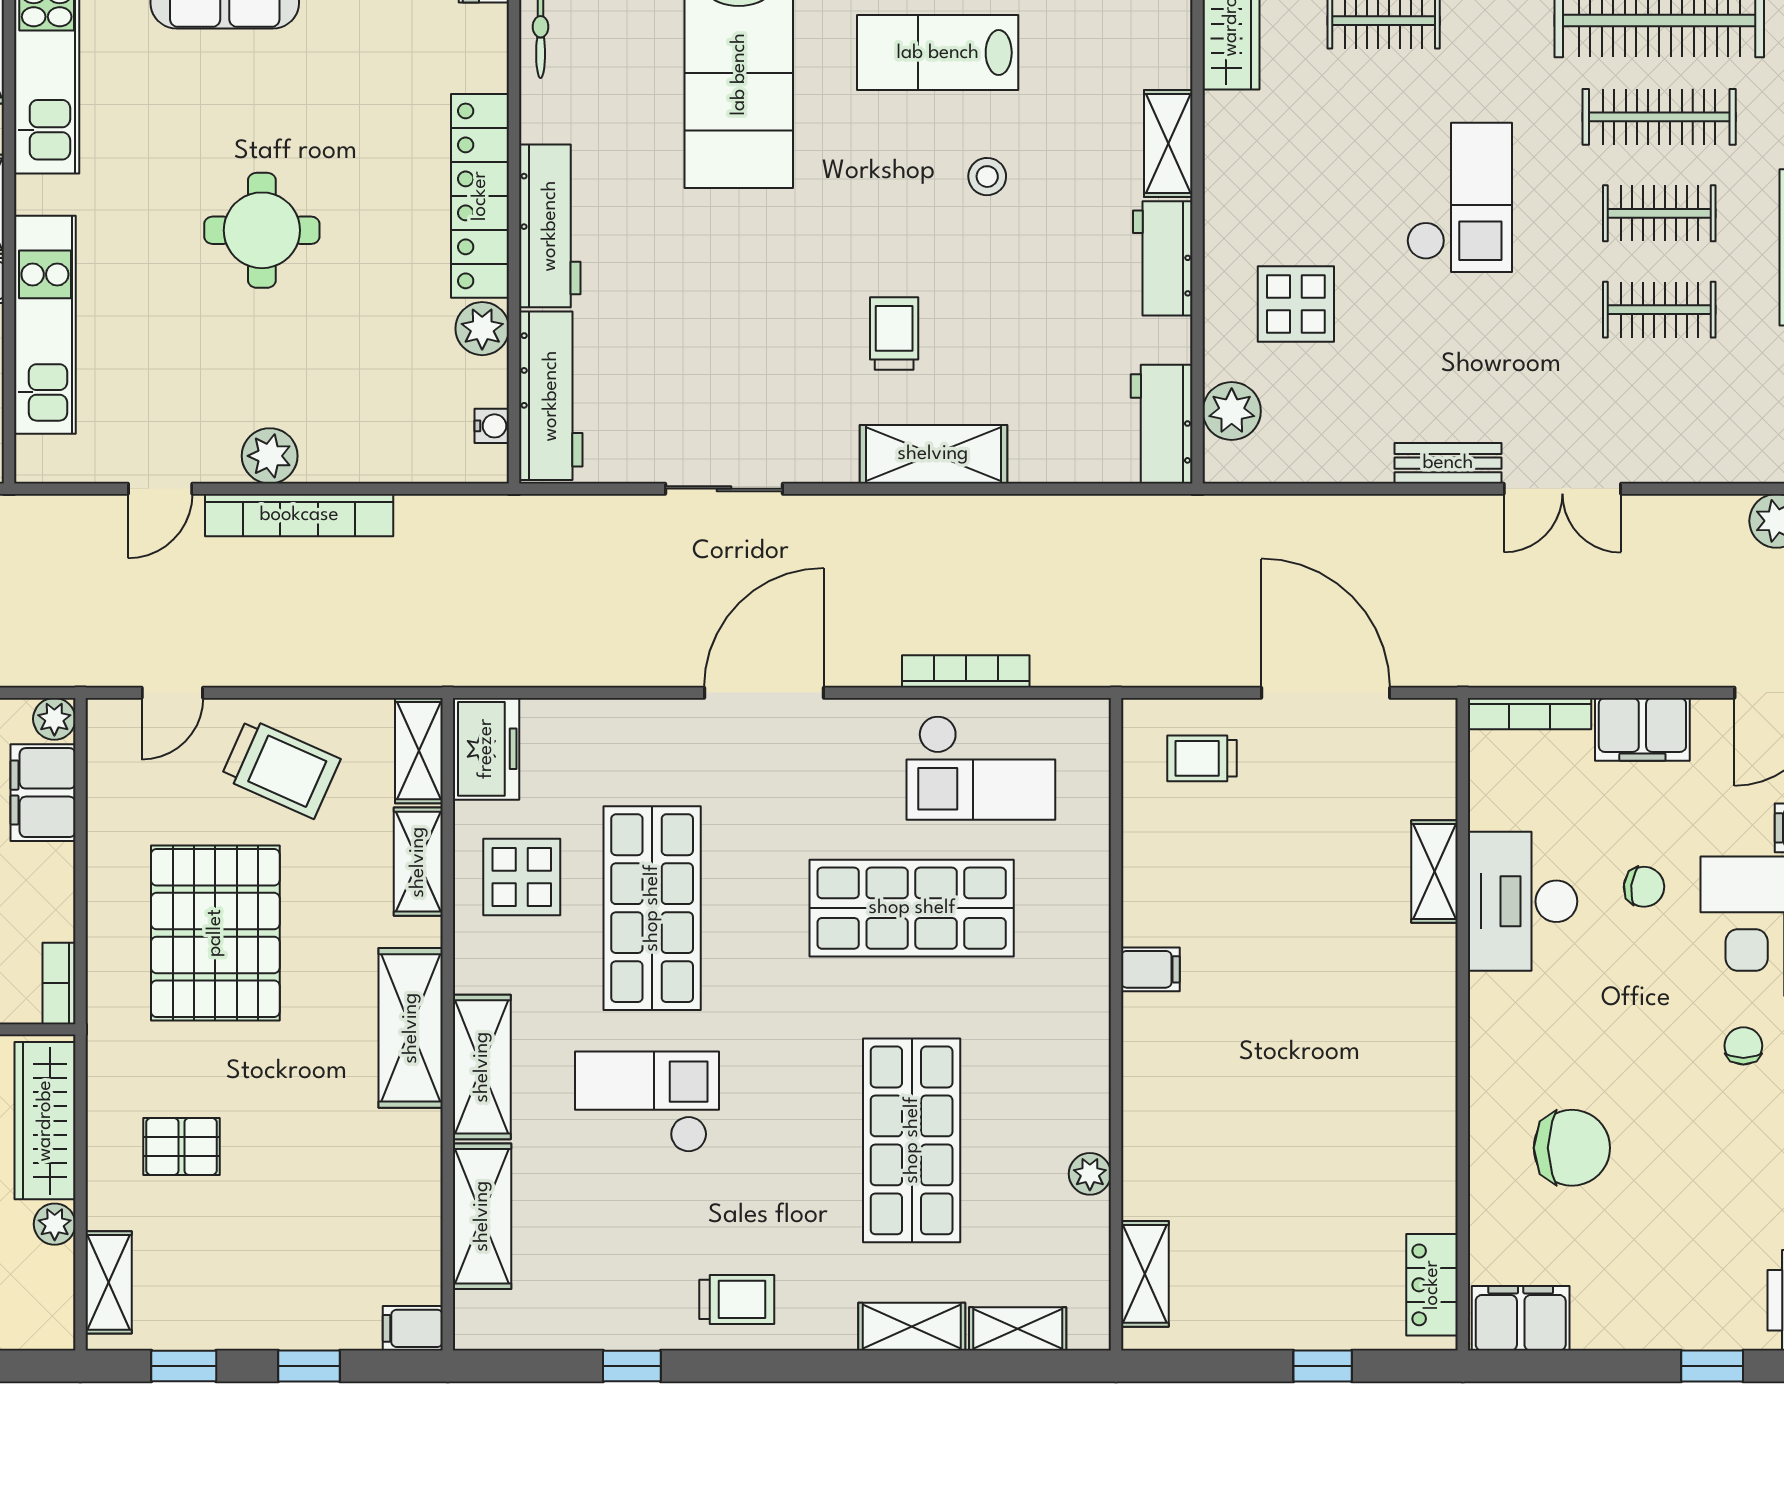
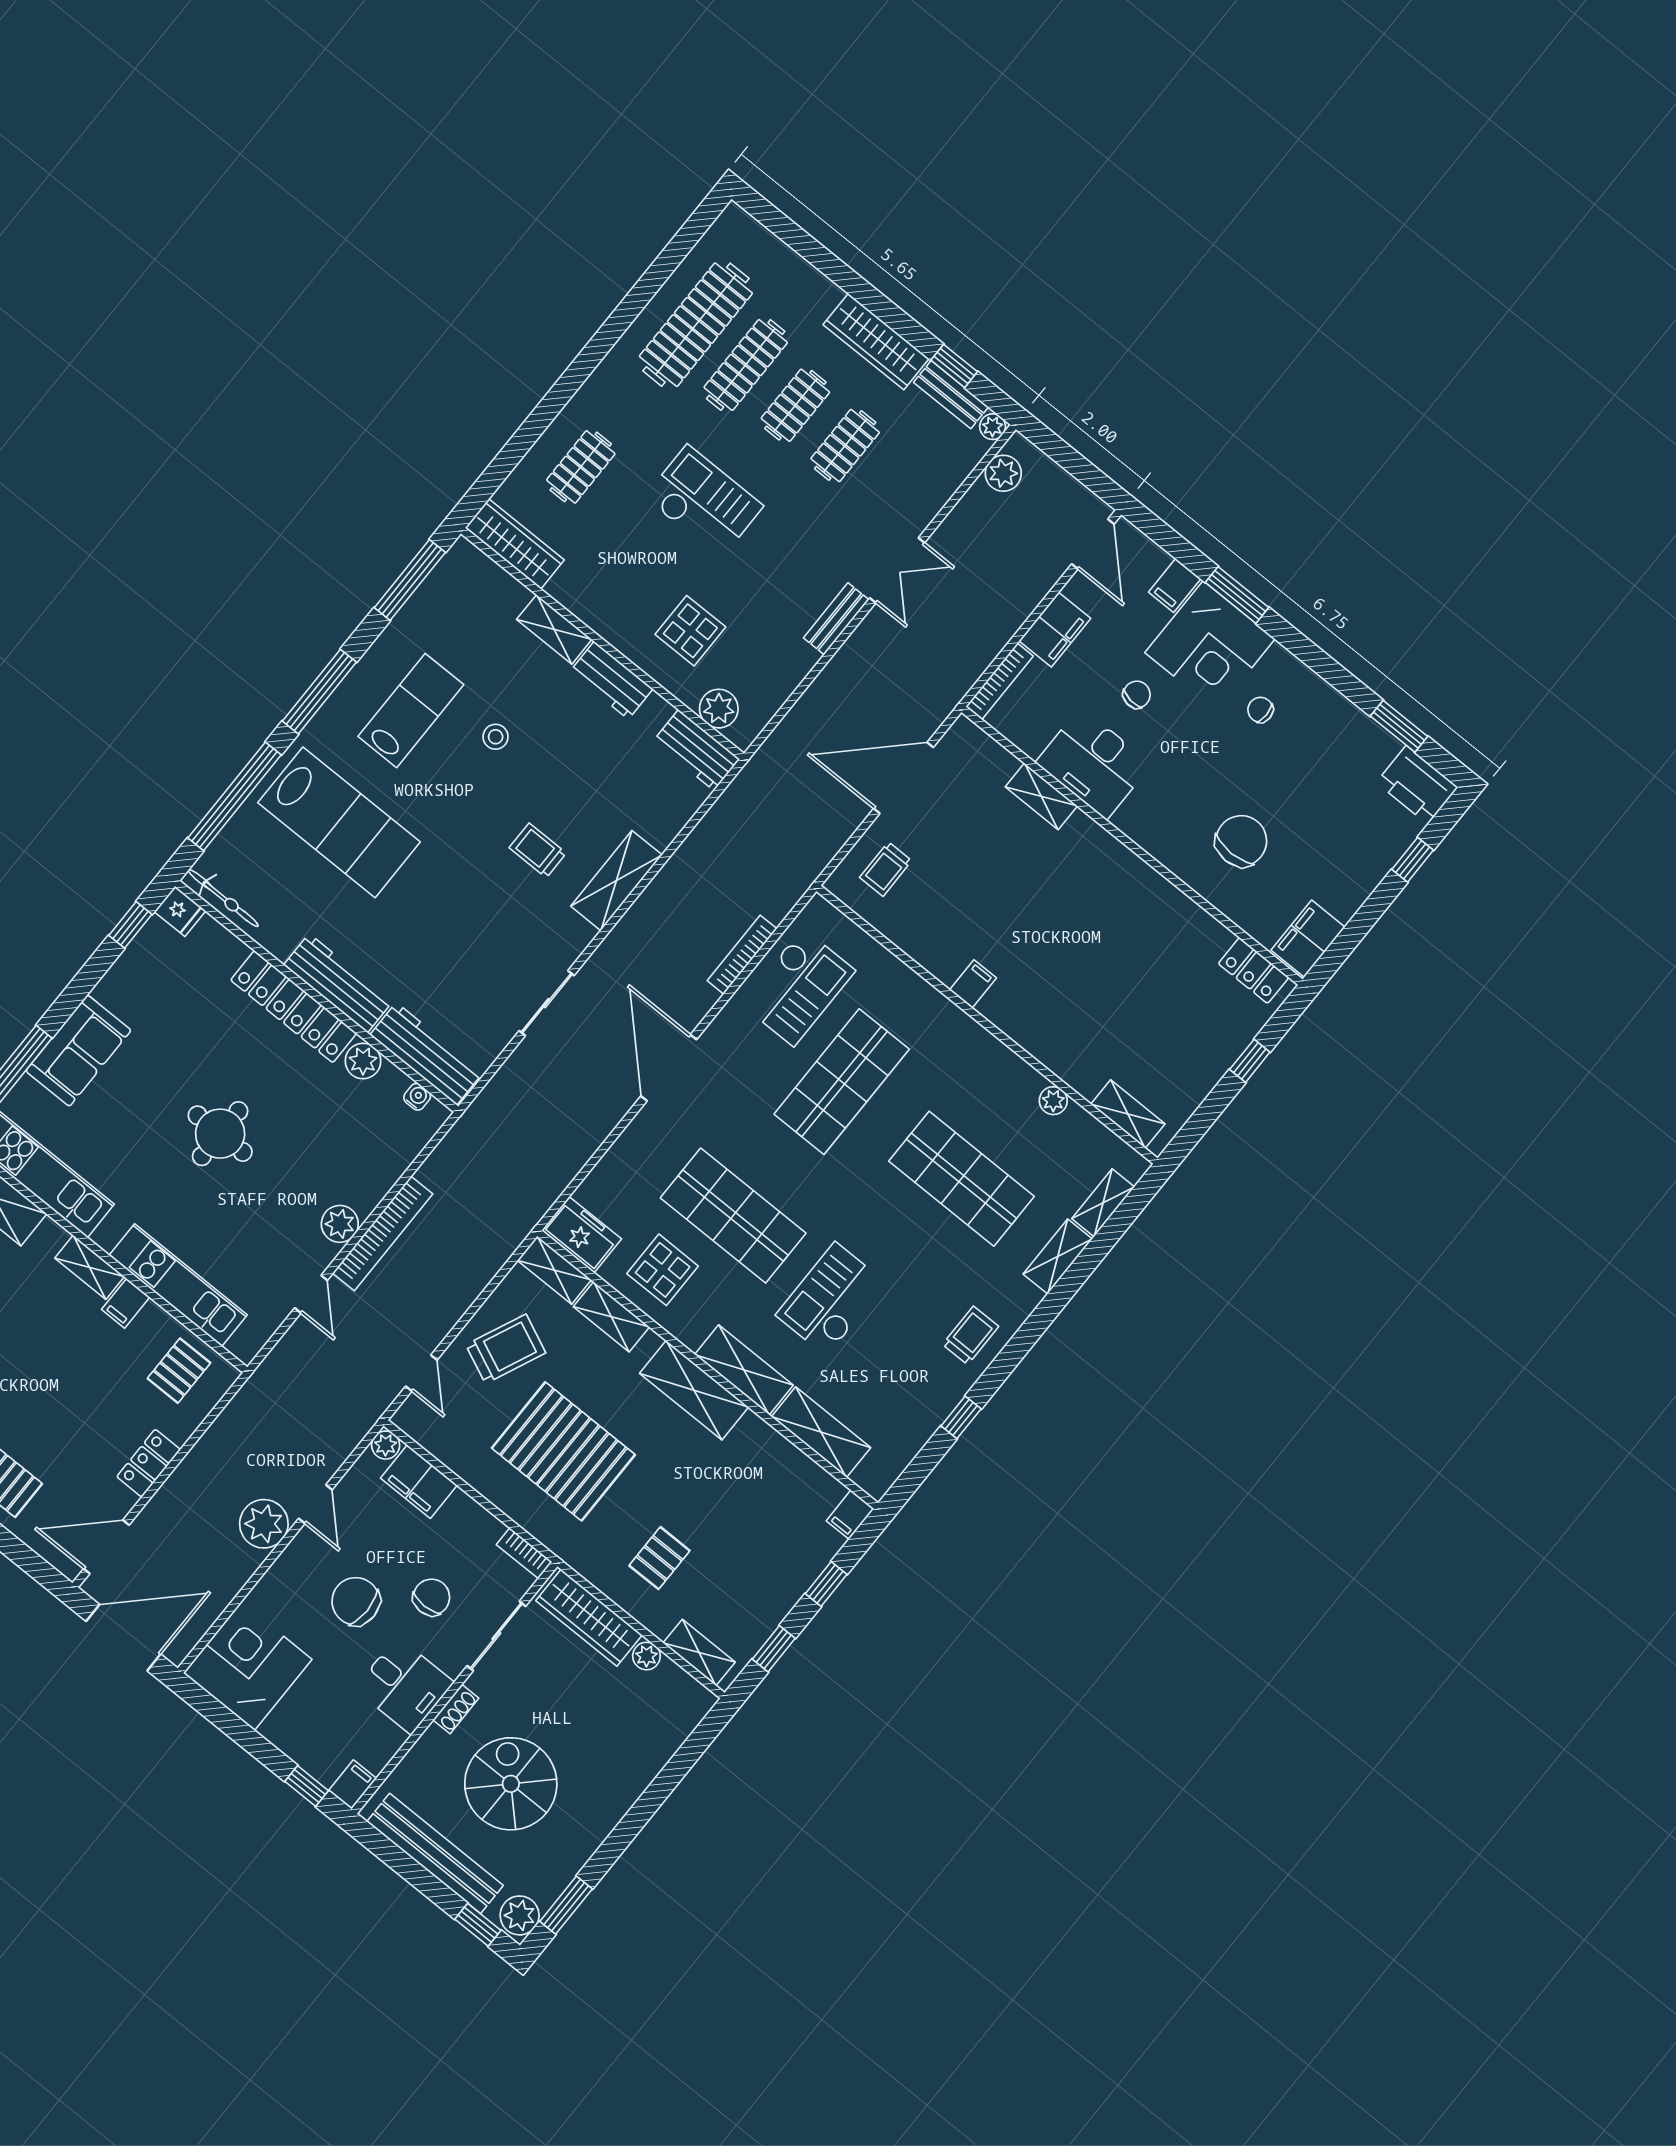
lab bench: (938, 53) -> (411, 711), turned 180

